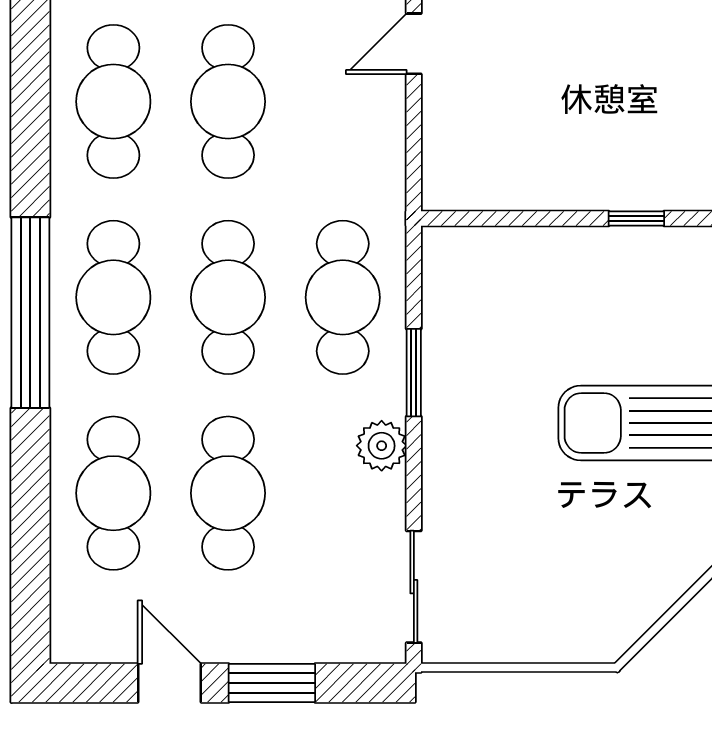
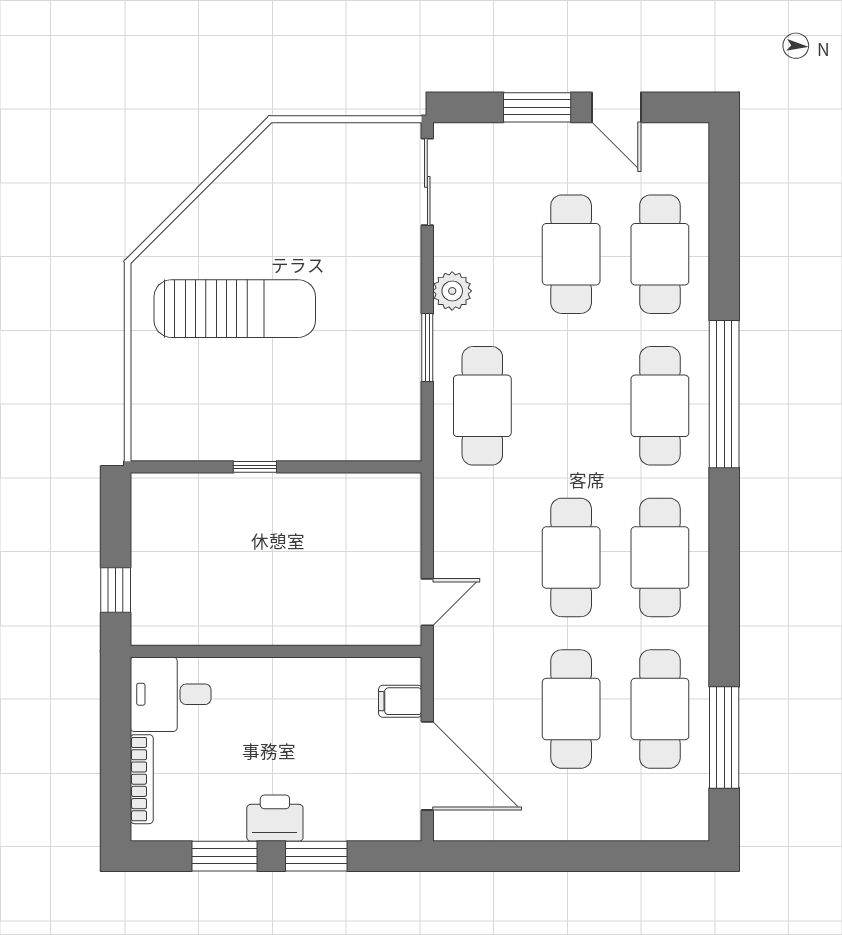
cafe table: (228, 297) -> (571, 406), removed

